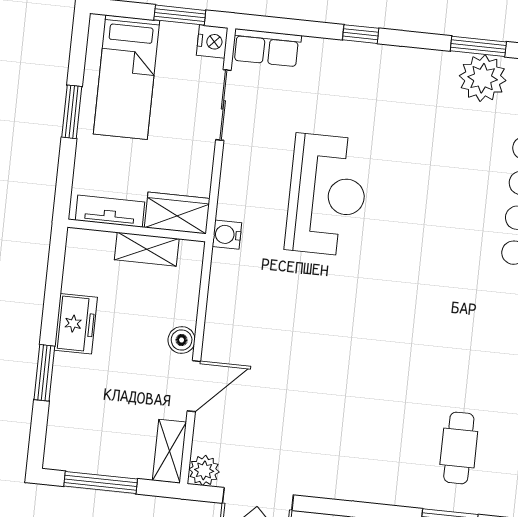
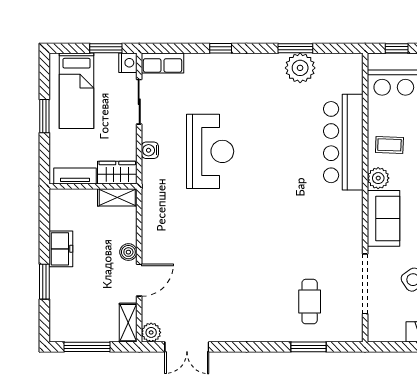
water cooler: (227, 235) -> (150, 150), moved
shelving: (147, 249) -> (117, 197), moved

